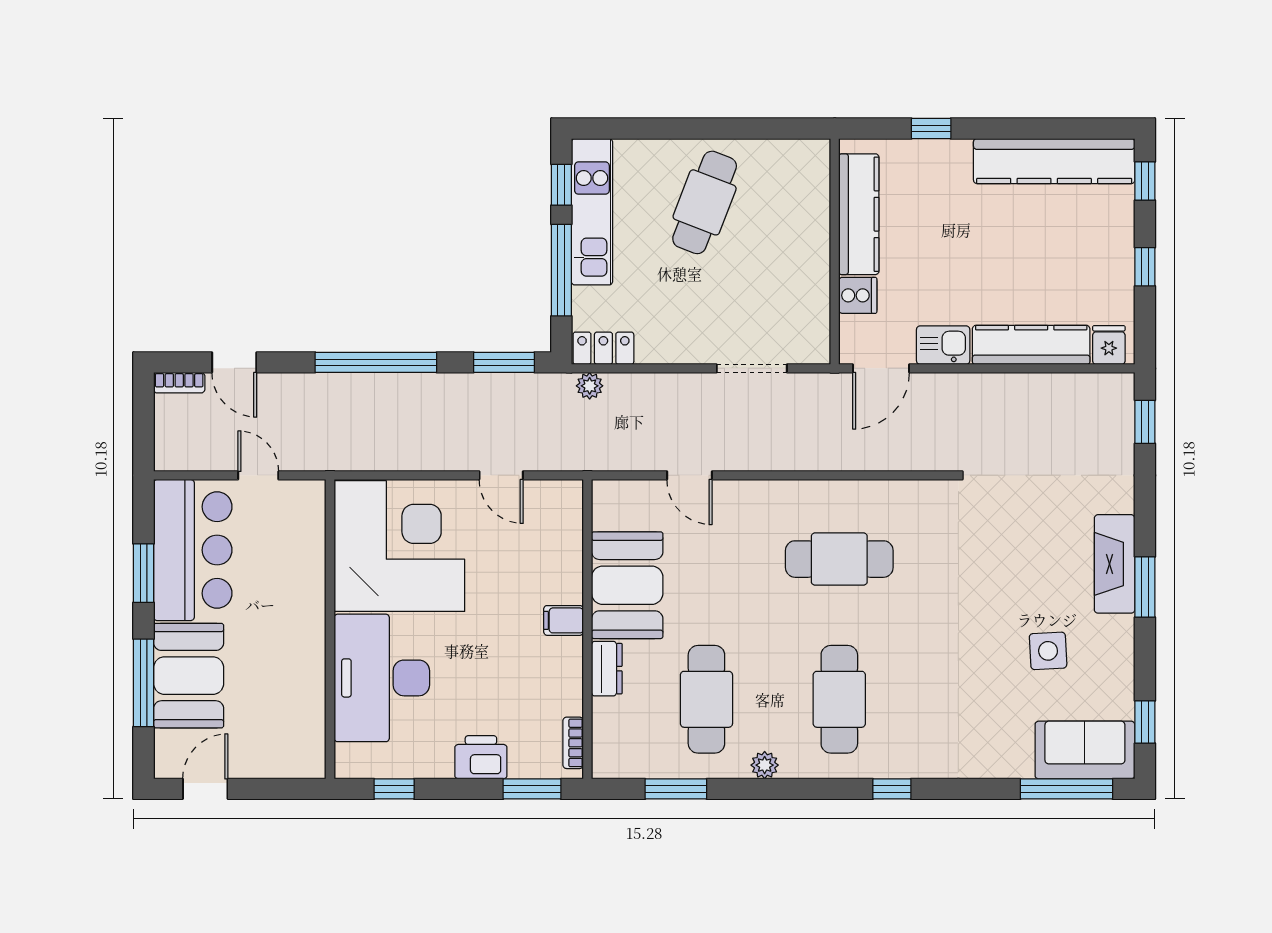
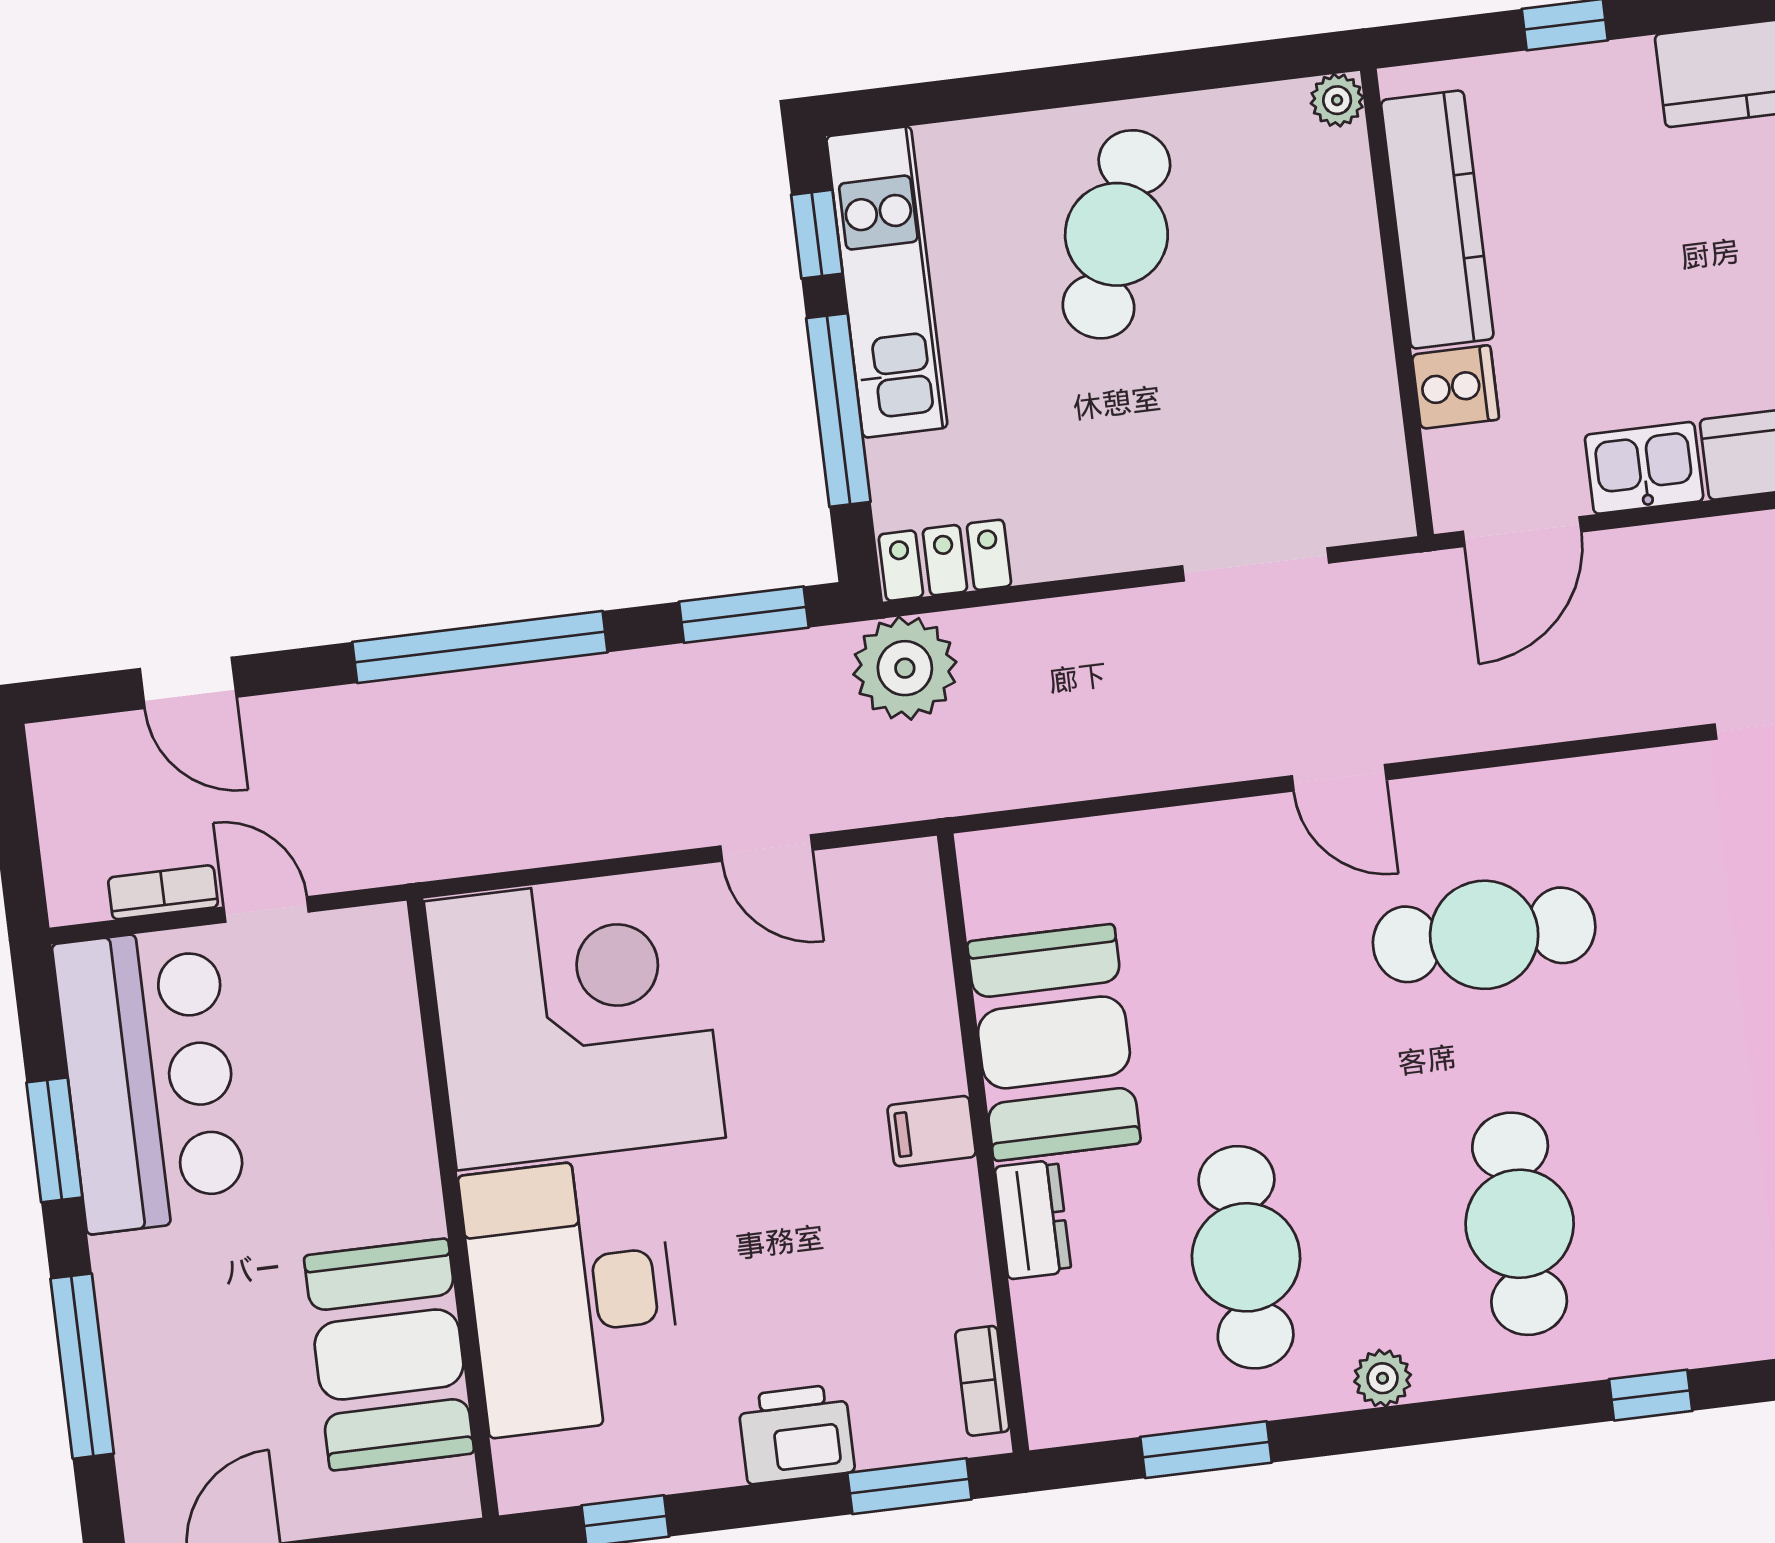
plant: (818, 151) -> (1337, 100), added
bookcase: (179, 383) -> (163, 892), moved, turned 180
plant: (590, 386) -> (905, 668), width x1.87, depth x1.87
door: (689, 475) -> (1339, 778), moved
booth: (189, 676) -> (389, 1354), moved

